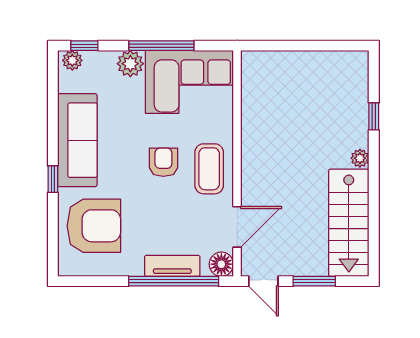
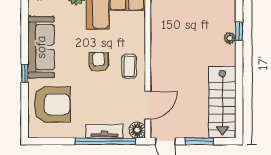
plant: (360, 158) -> (230, 38), moved
coffee table: (209, 169) -> (129, 66), width x0.73, depth x0.77

